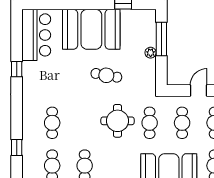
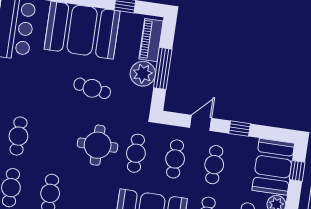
piano: (148, 29) -> (151, 40), added
window: (161, 39) -> (163, 68), moved
plant: (151, 53) -> (143, 74), width x1.87, depth x1.87

